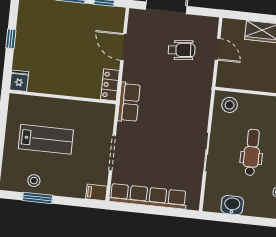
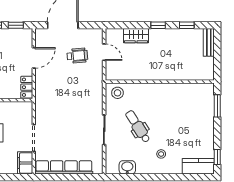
door: (123, 47) -> (34, 58), swing flipped
row of seats: (129, 102) -> (42, 99), removed
dental chair: (252, 152) -> (138, 126), turned -33
filing cabinet: (96, 192) -> (25, 163), width x2.00

